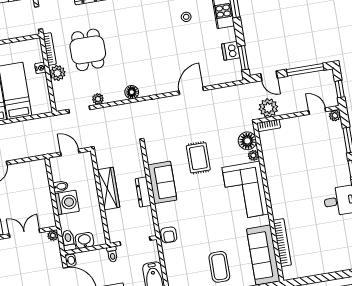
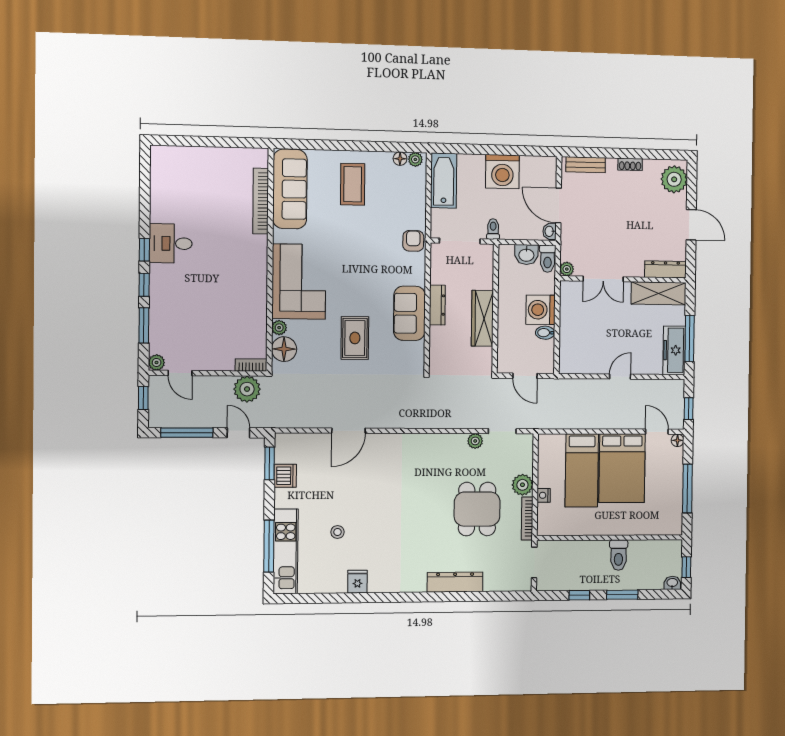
floor lamp: (132, 92) -> (429, 442), removed

